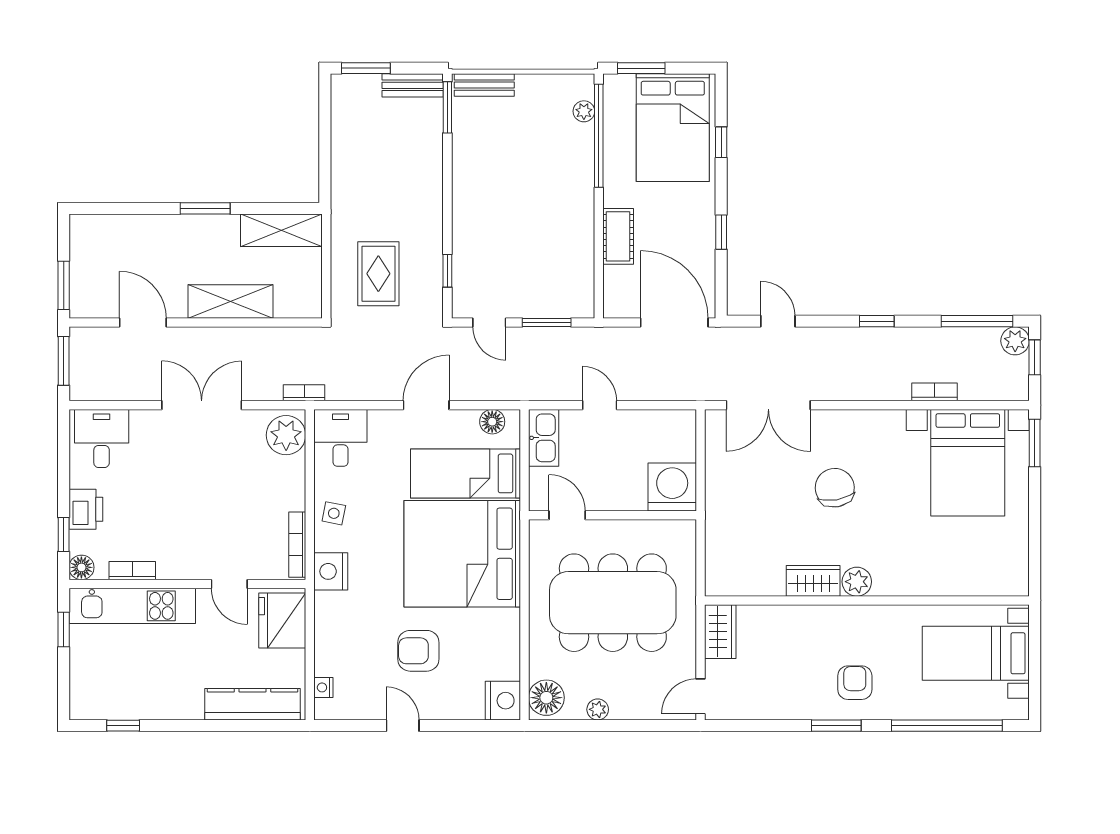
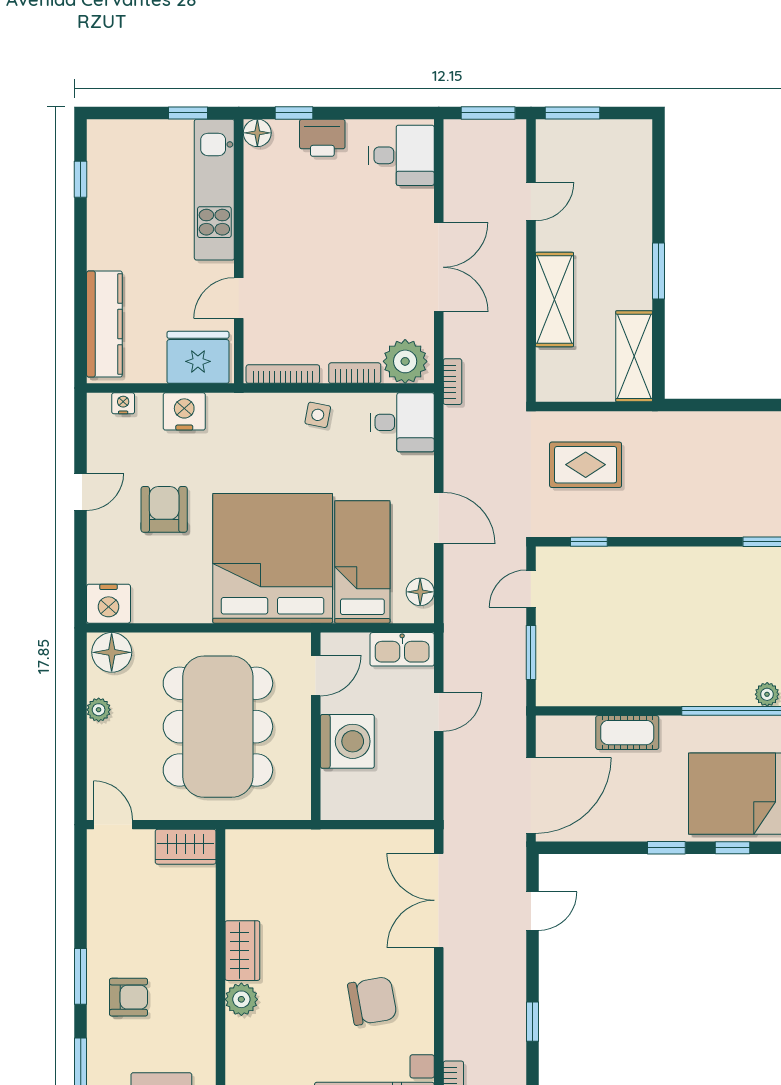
window: (721, 232) -> (666, 848), moved
door: (143, 323) -> (531, 202), width x0.73
washing machine: (672, 487) -> (347, 741), moved
chair: (835, 488) -> (372, 1001), moved
bookcase: (132, 571) -> (355, 373), moved, turned -90
nightstand: (331, 571) -> (184, 411), moved

